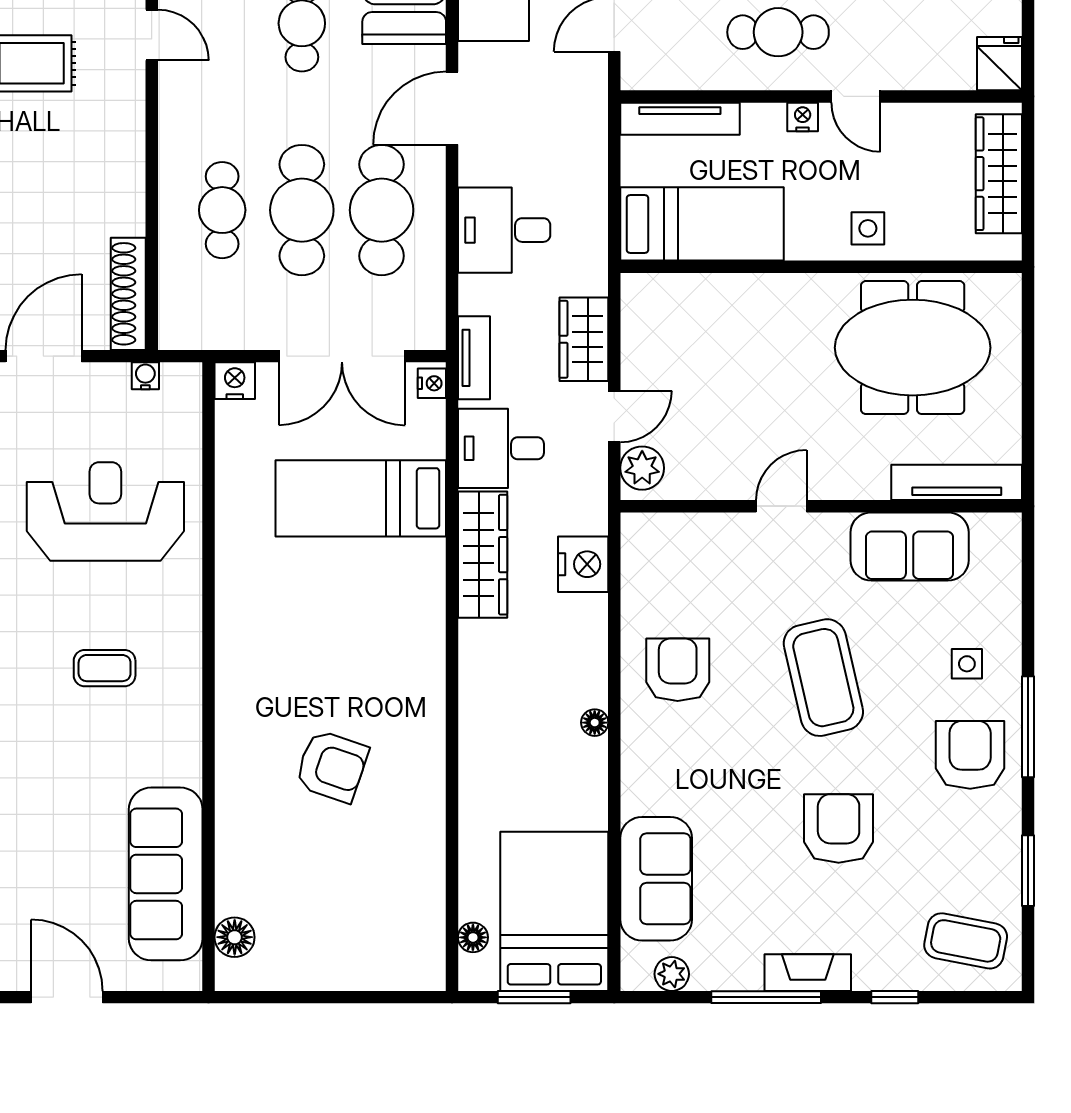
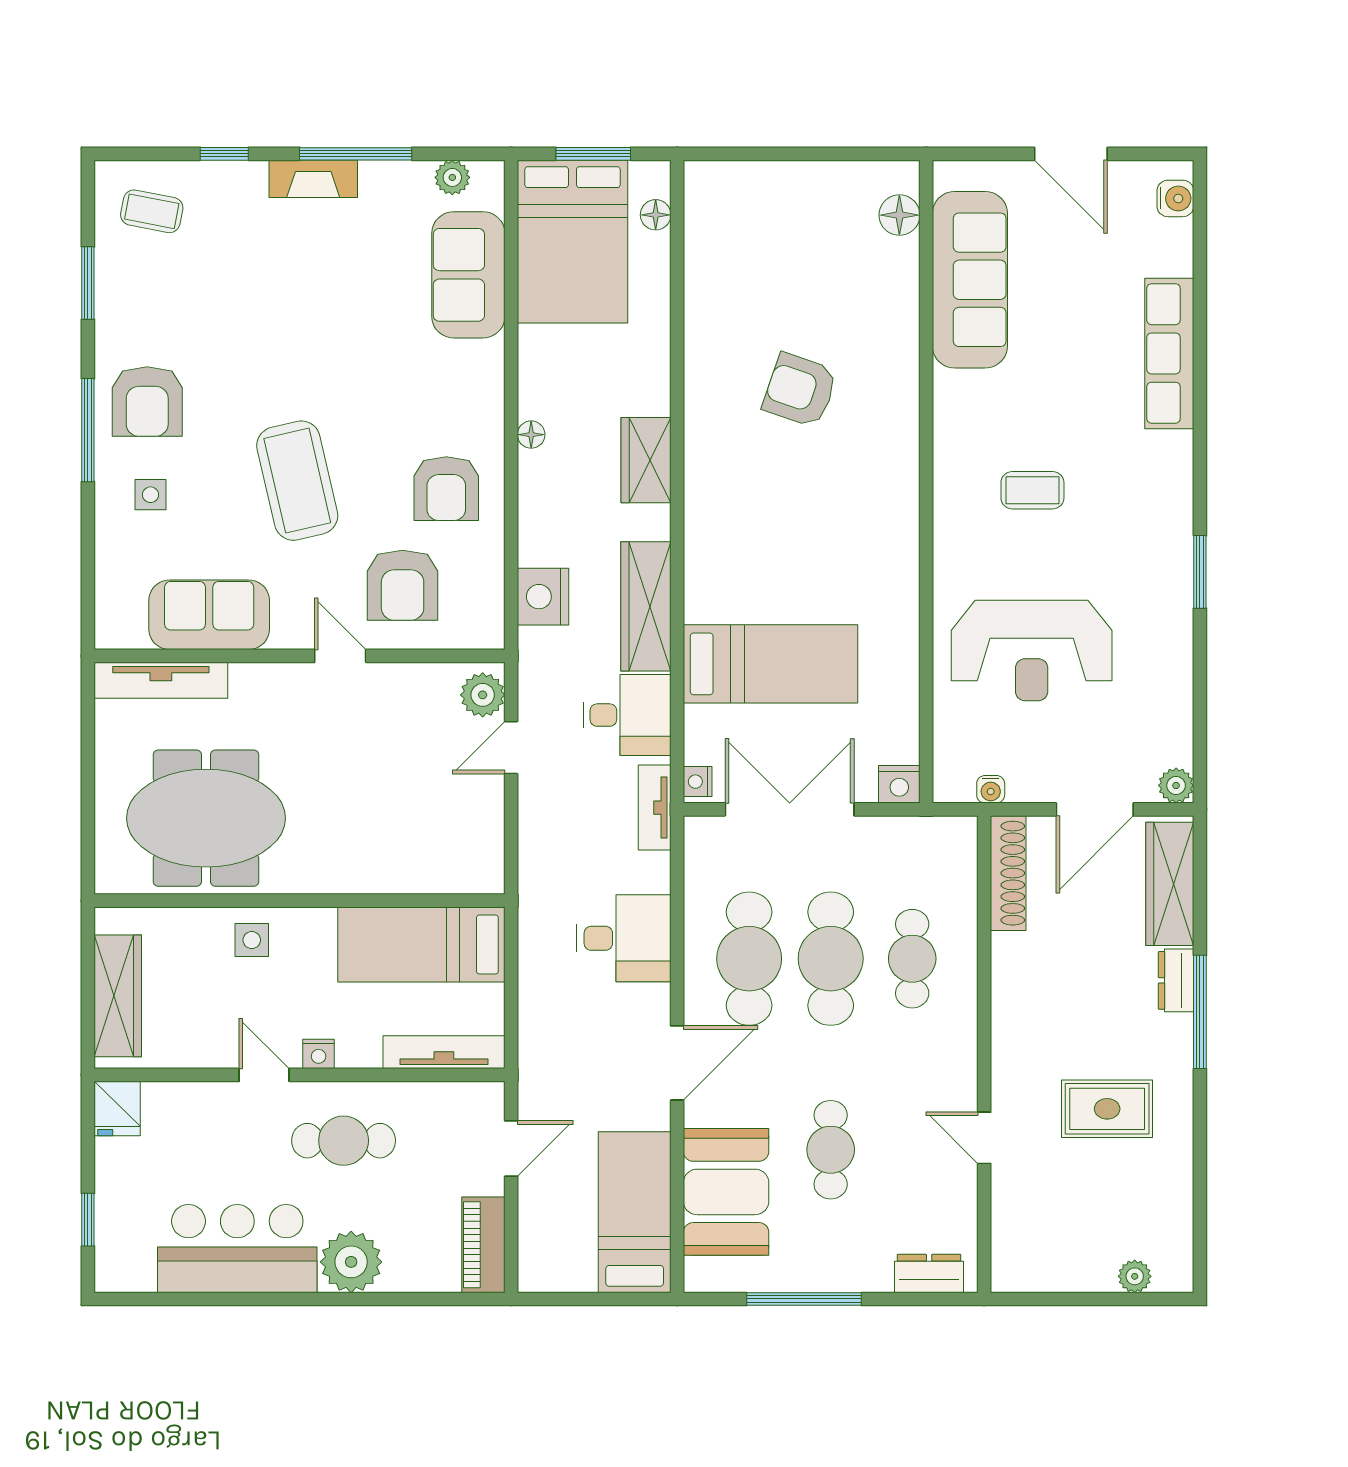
wardrobe: (584, 339) -> (646, 460), moved, turned 180
door: (781, 506) -> (340, 656), swing flipped
armchair: (839, 828) -> (403, 585), moved
coffee table: (966, 941) -> (152, 211), width x0.73, depth x0.77

